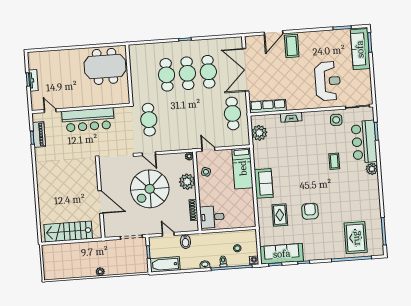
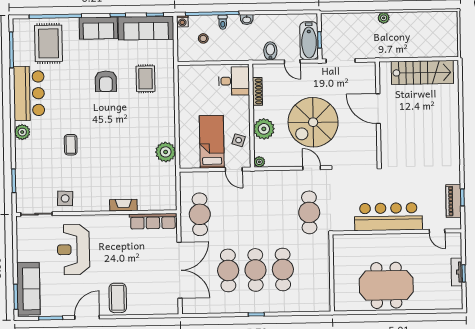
door: (273, 33) -> (87, 317), moved
meeting table: (105, 66) -> (386, 285), moved
plant: (259, 133) -> (166, 152), moved
bar counter: (364, 142) -> (29, 93), moved
bed: (243, 168) -> (212, 142), moved
sofa: (264, 183) -> (98, 28), moved, turned -90
spiral stairs: (150, 189) -> (313, 122), turned 180
bathtub: (165, 264) -> (309, 41), moved, turned 90

